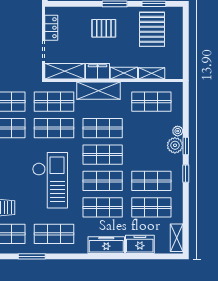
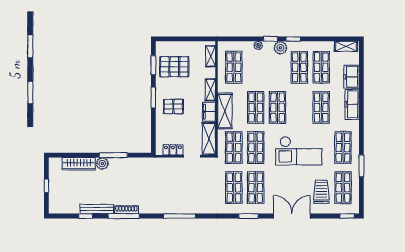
pallet: (104, 28) -> (173, 106), turned 90
shelving: (152, 73) -> (211, 56), moved
plant: (175, 145) -> (280, 48), moved
checkout: (50, 180) -> (299, 151), turned 180
shop shelf: (103, 181) -> (299, 107), removed

